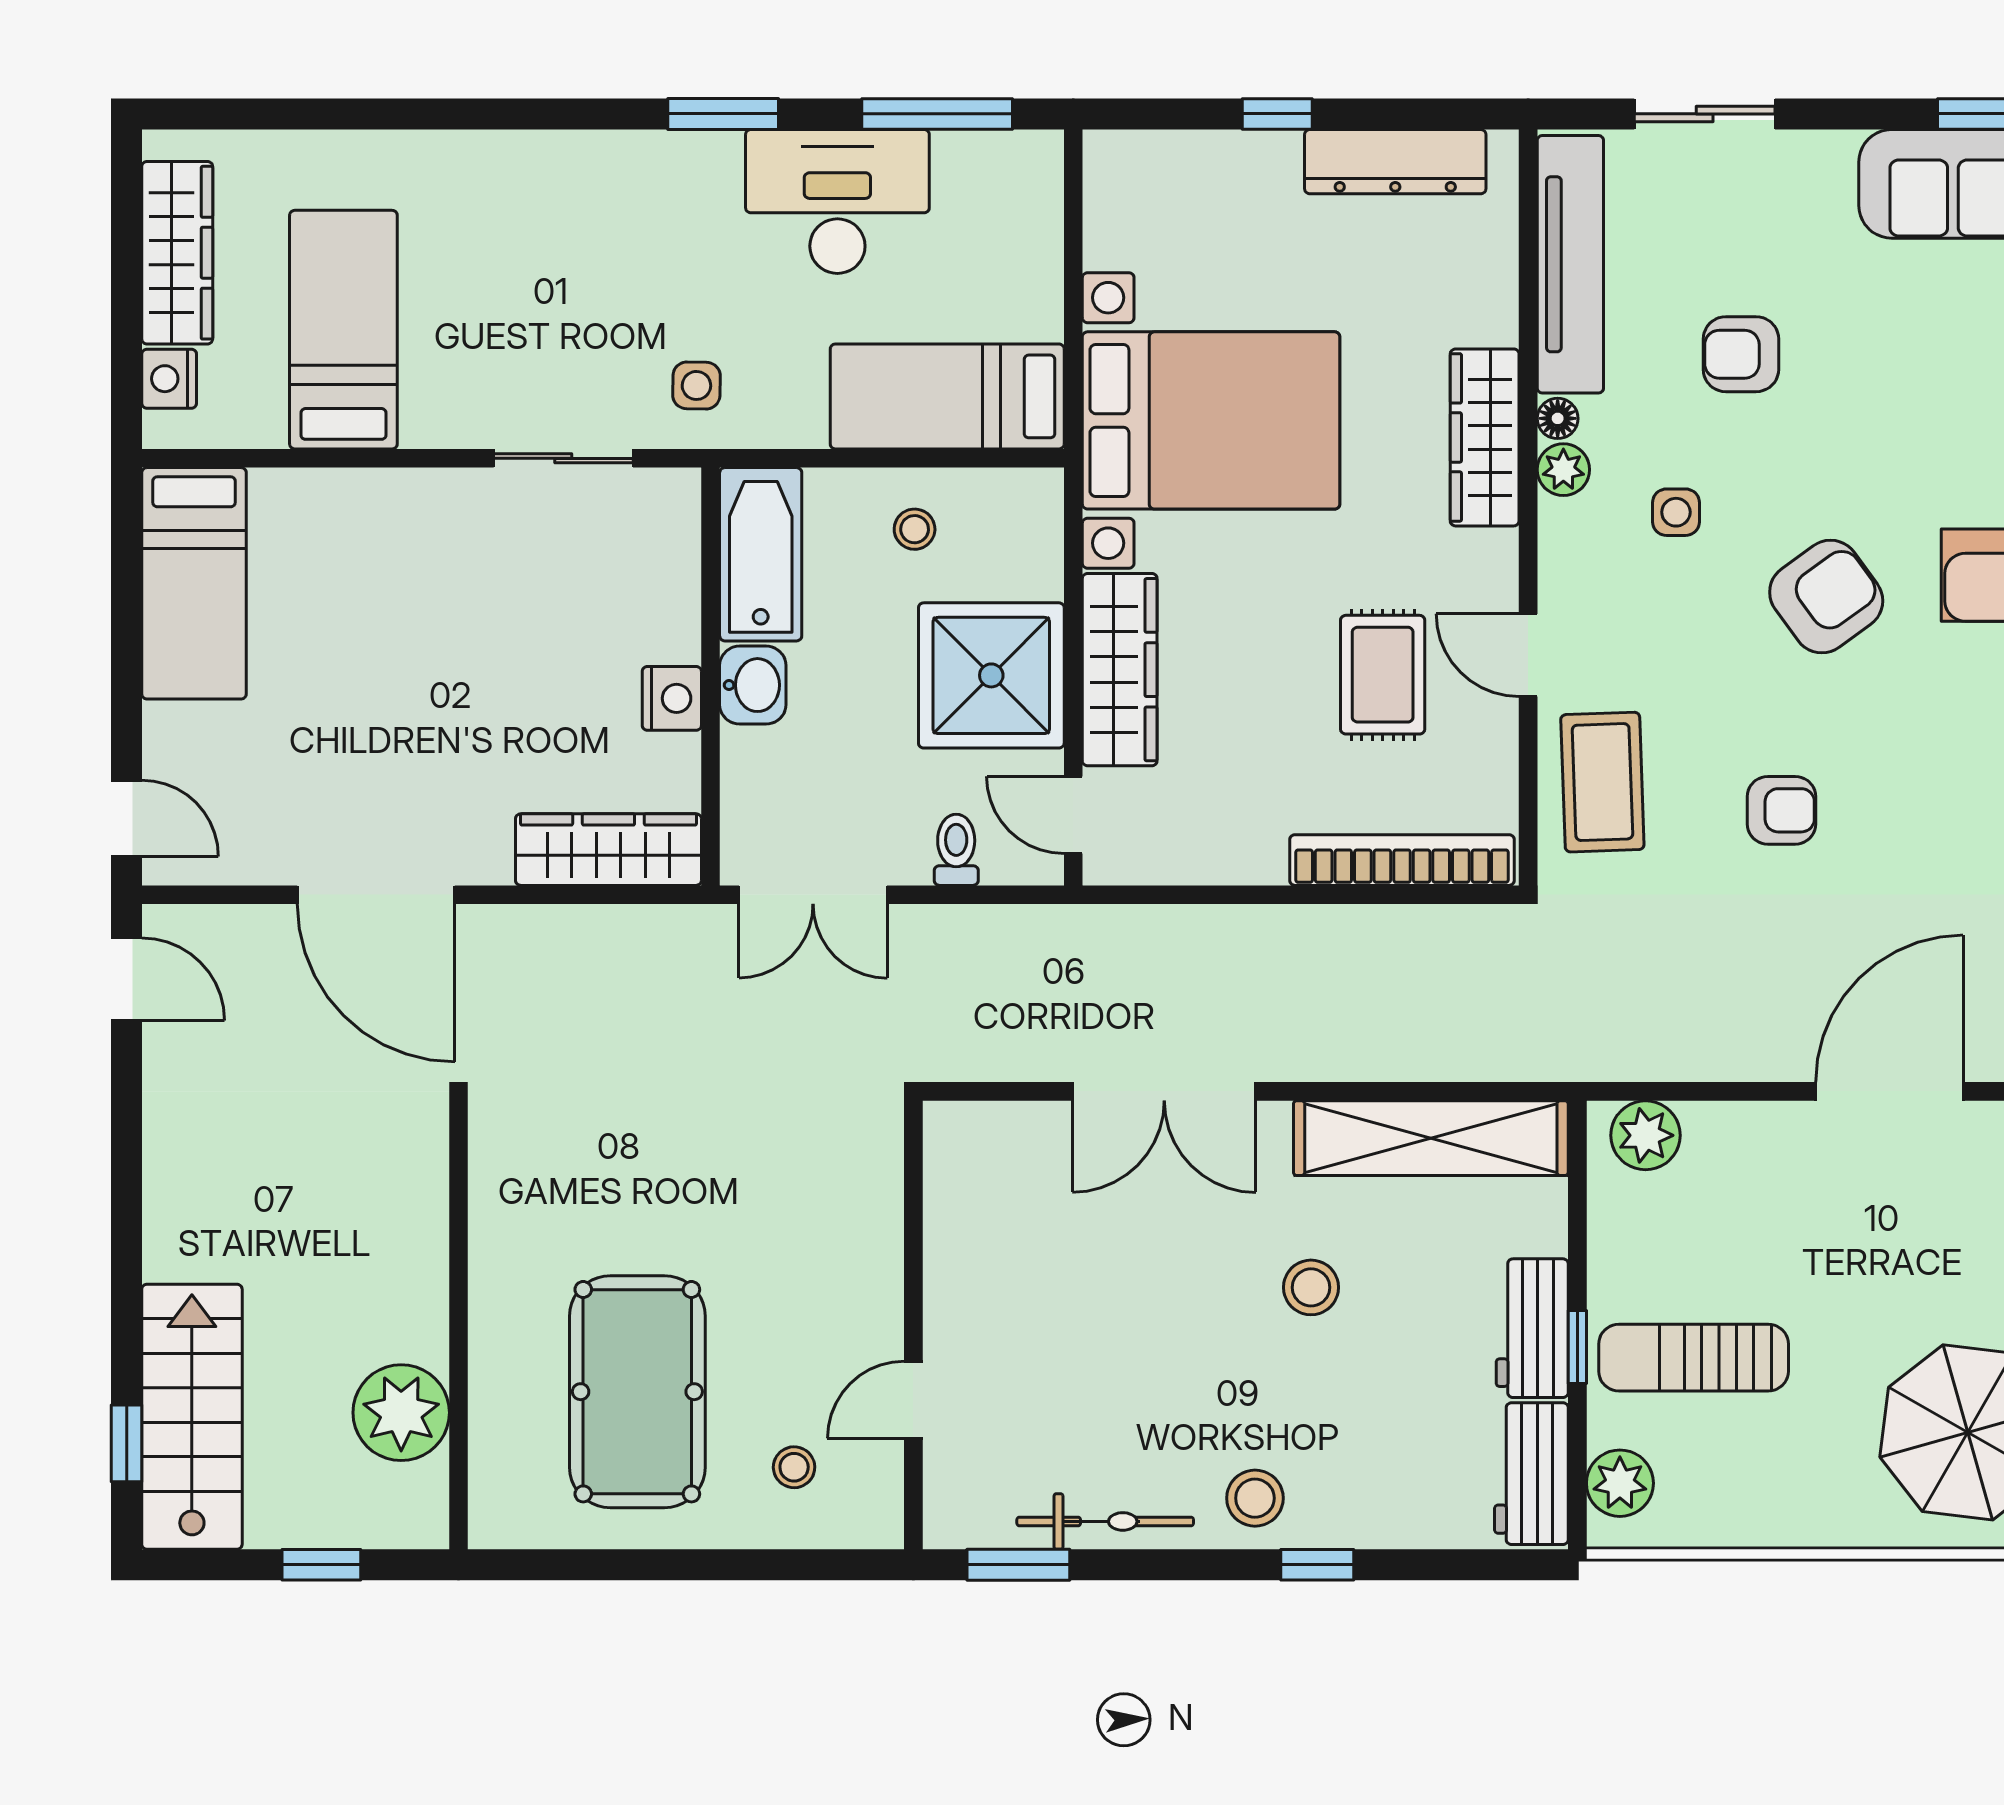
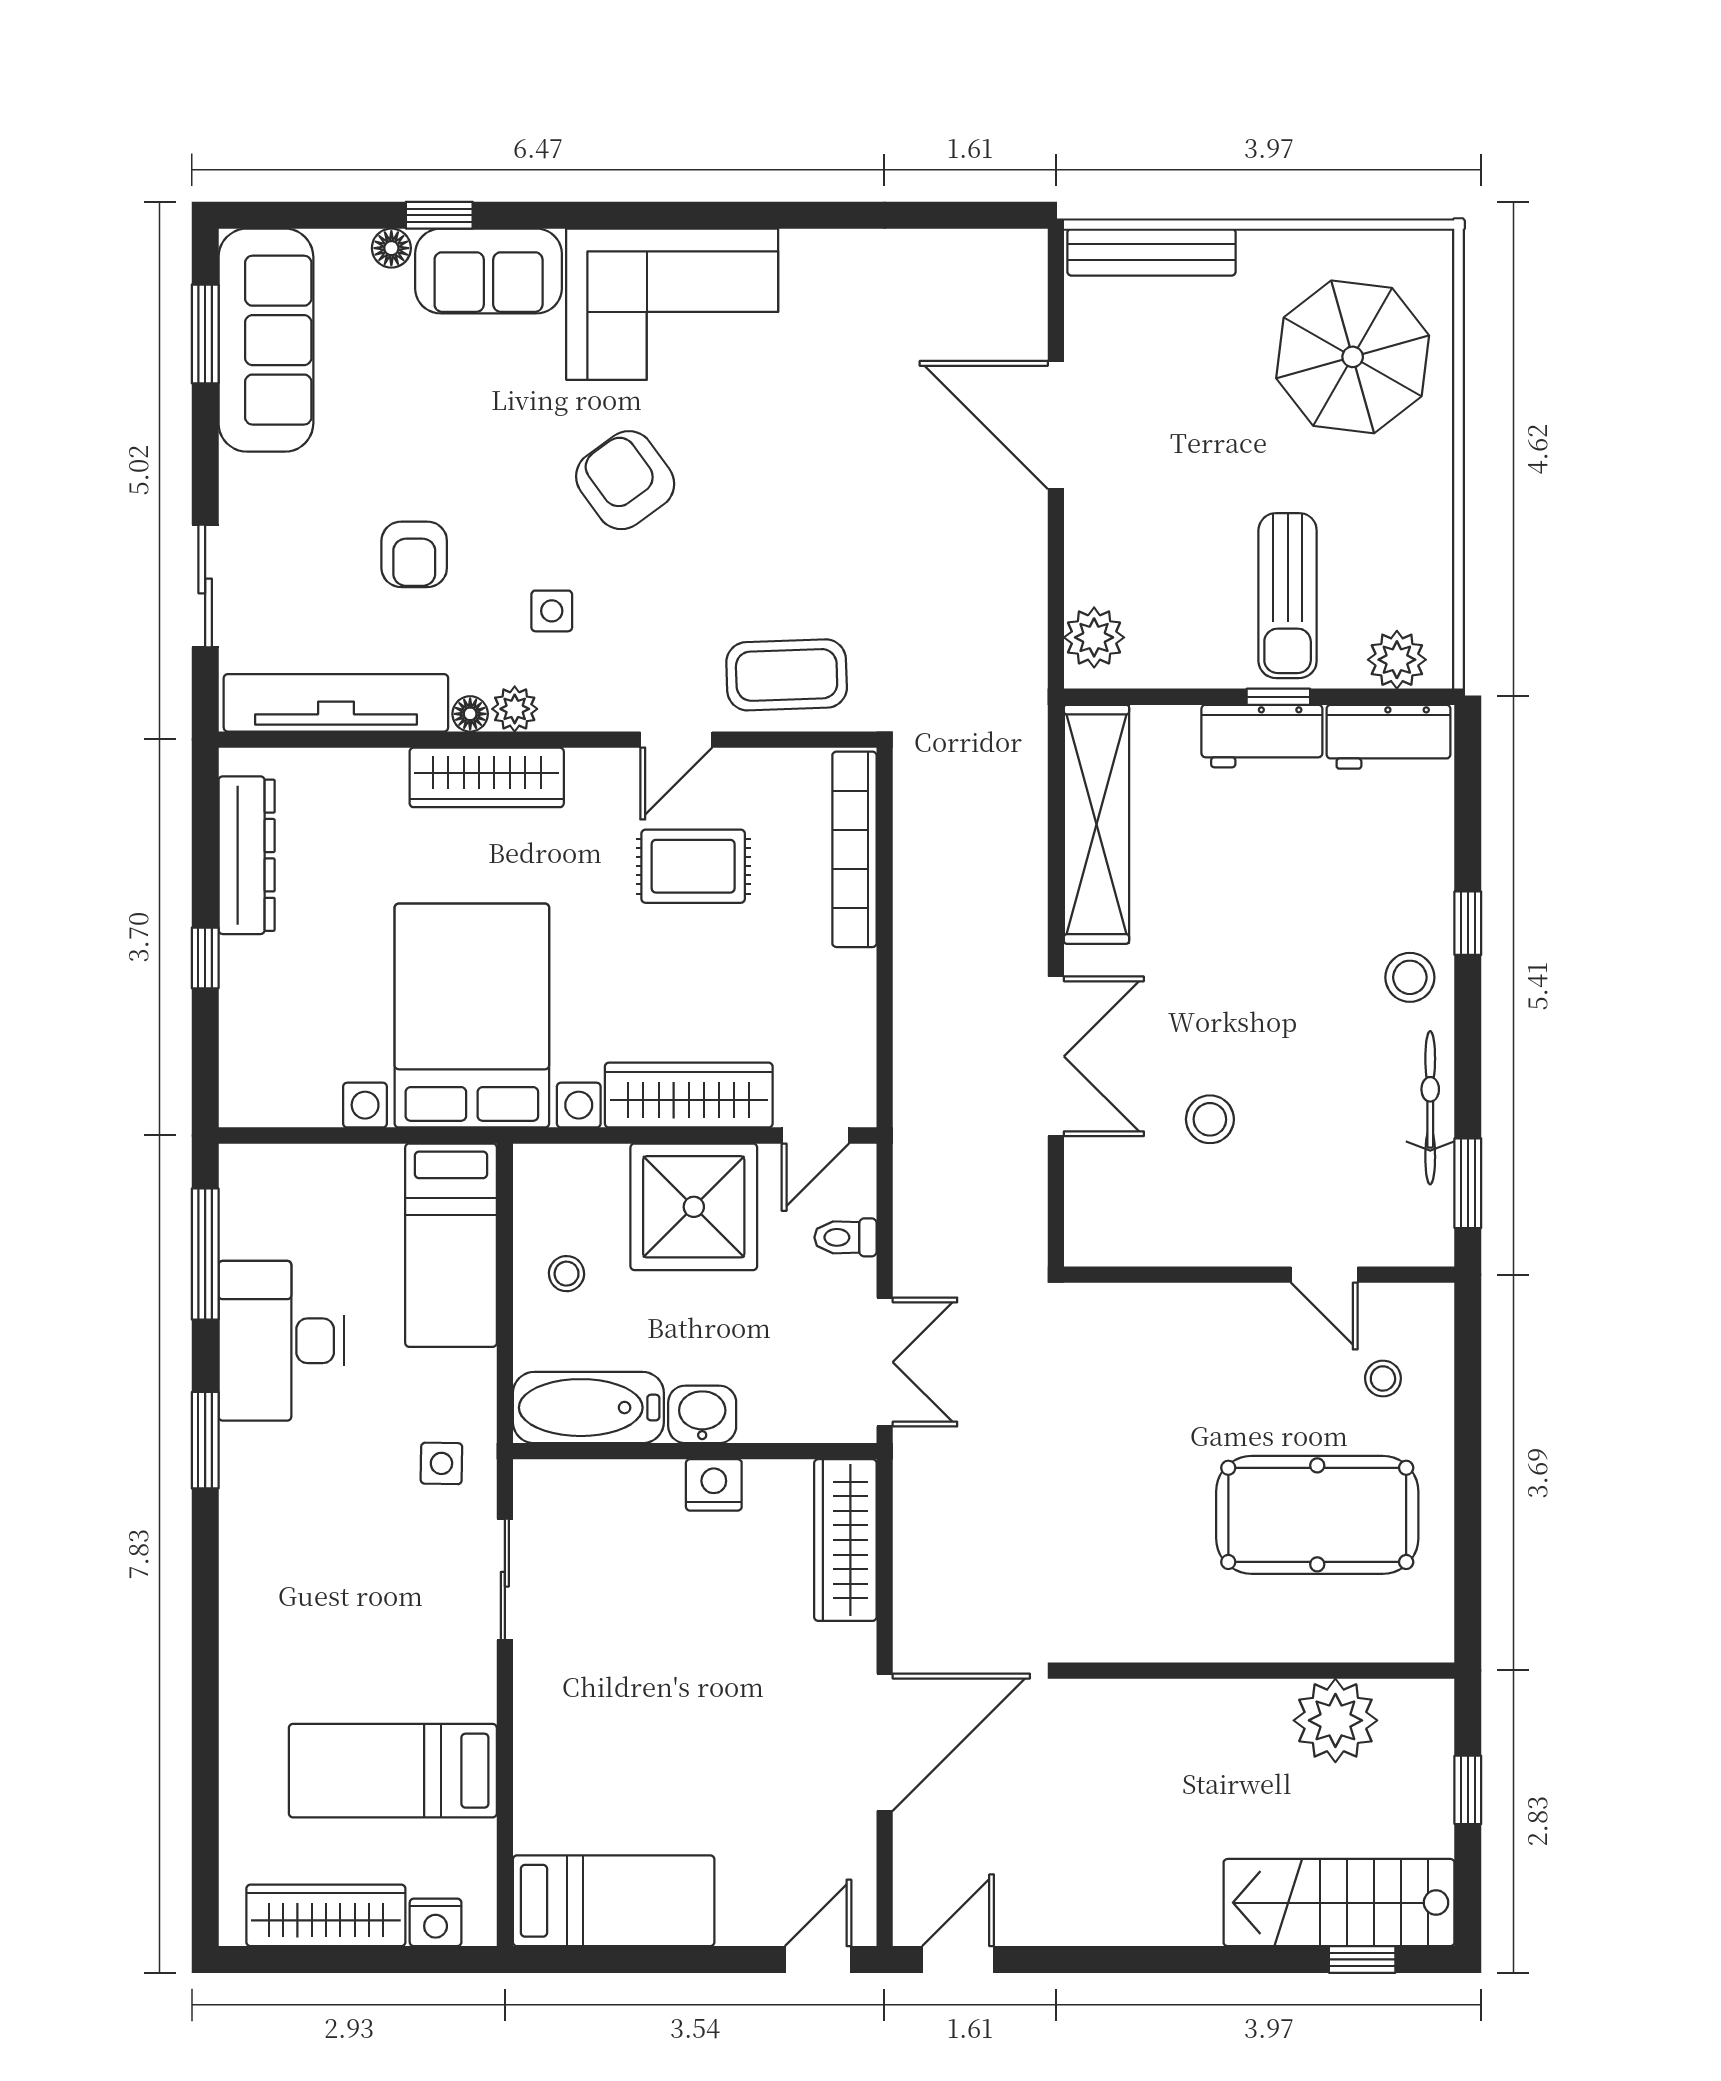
armchair: (1782, 810) -> (811, 519), removed
stool: (1311, 1287) -> (1210, 1119), moved

